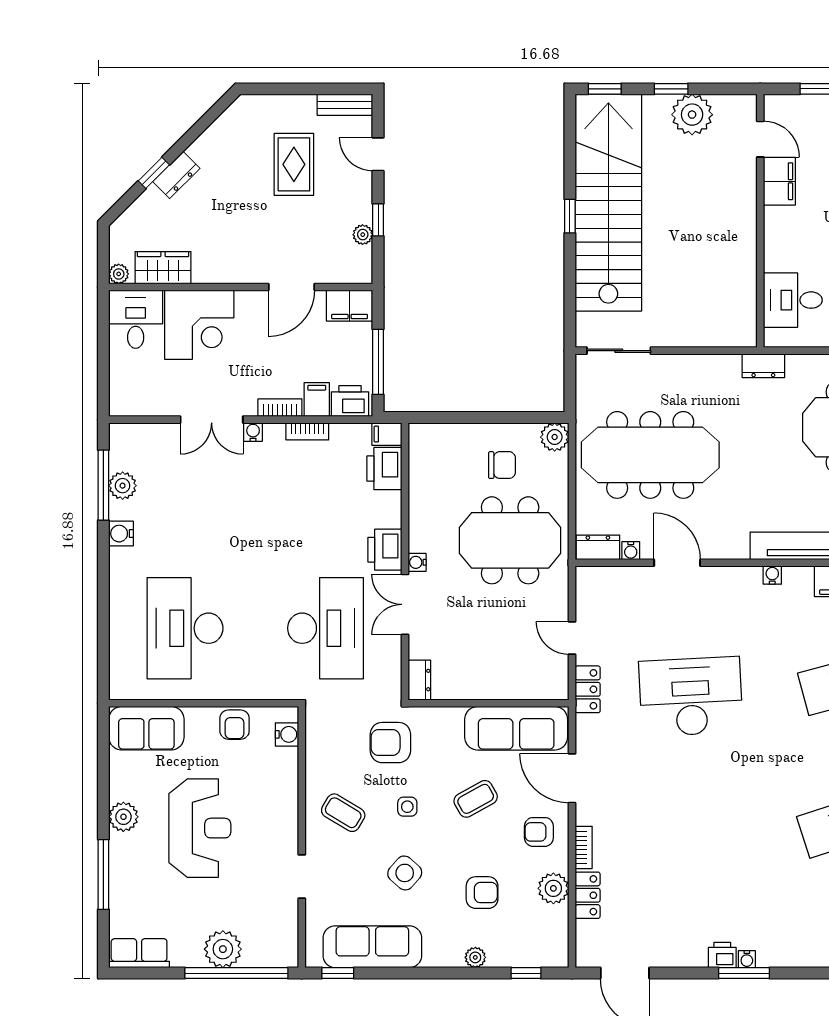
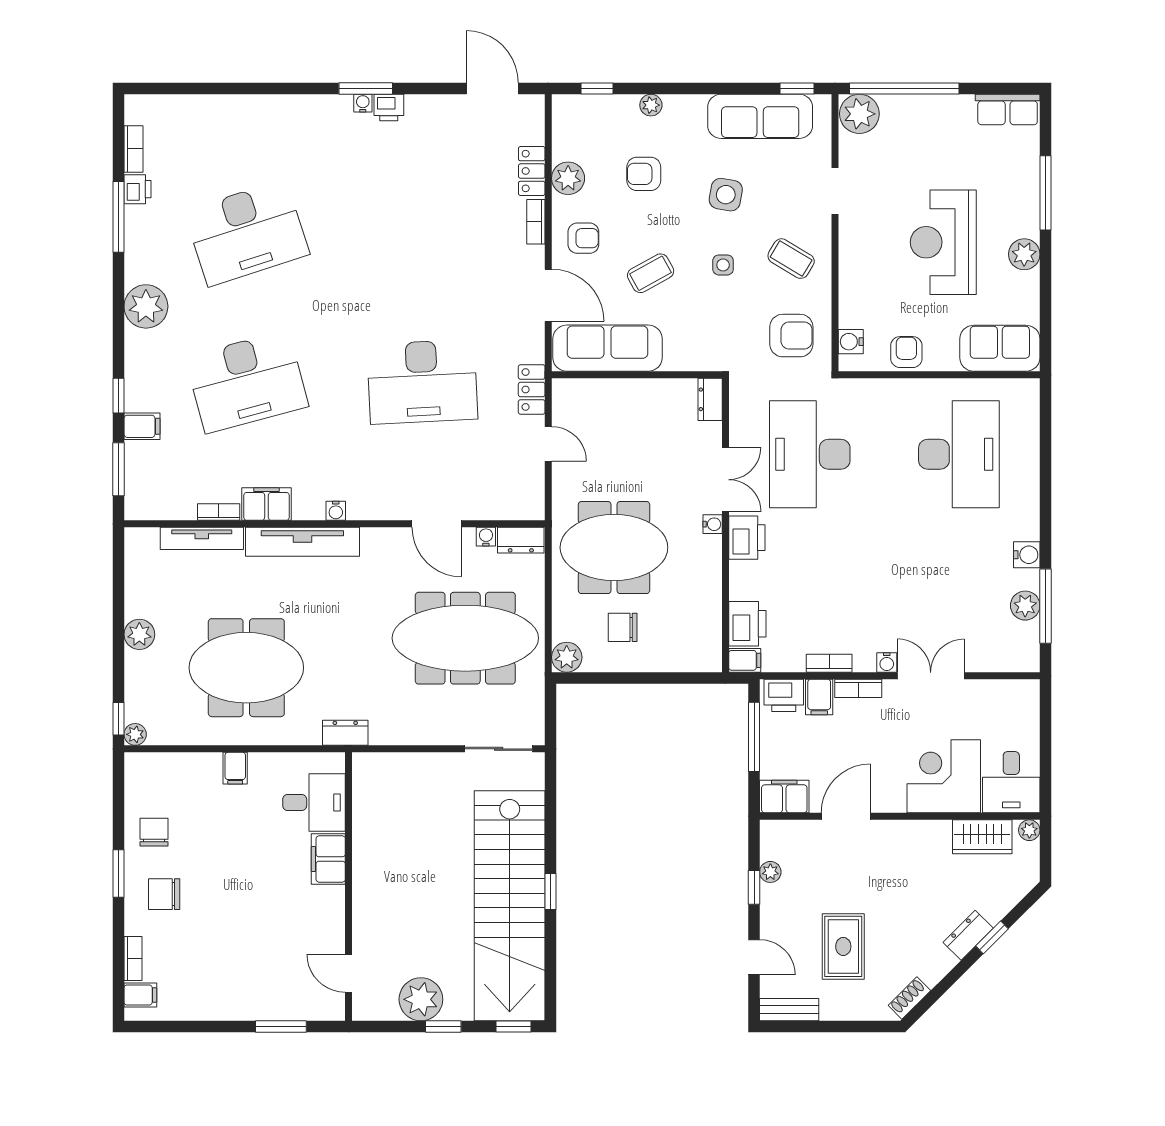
shoe rack: (232, 116) -> (909, 998), added
filing cabinet: (779, 181) -> (328, 859), moved
armchair: (390, 743) -> (791, 336), moved
side table: (405, 873) -> (726, 195), turned -31
plant: (223, 949) -> (859, 114), moved

